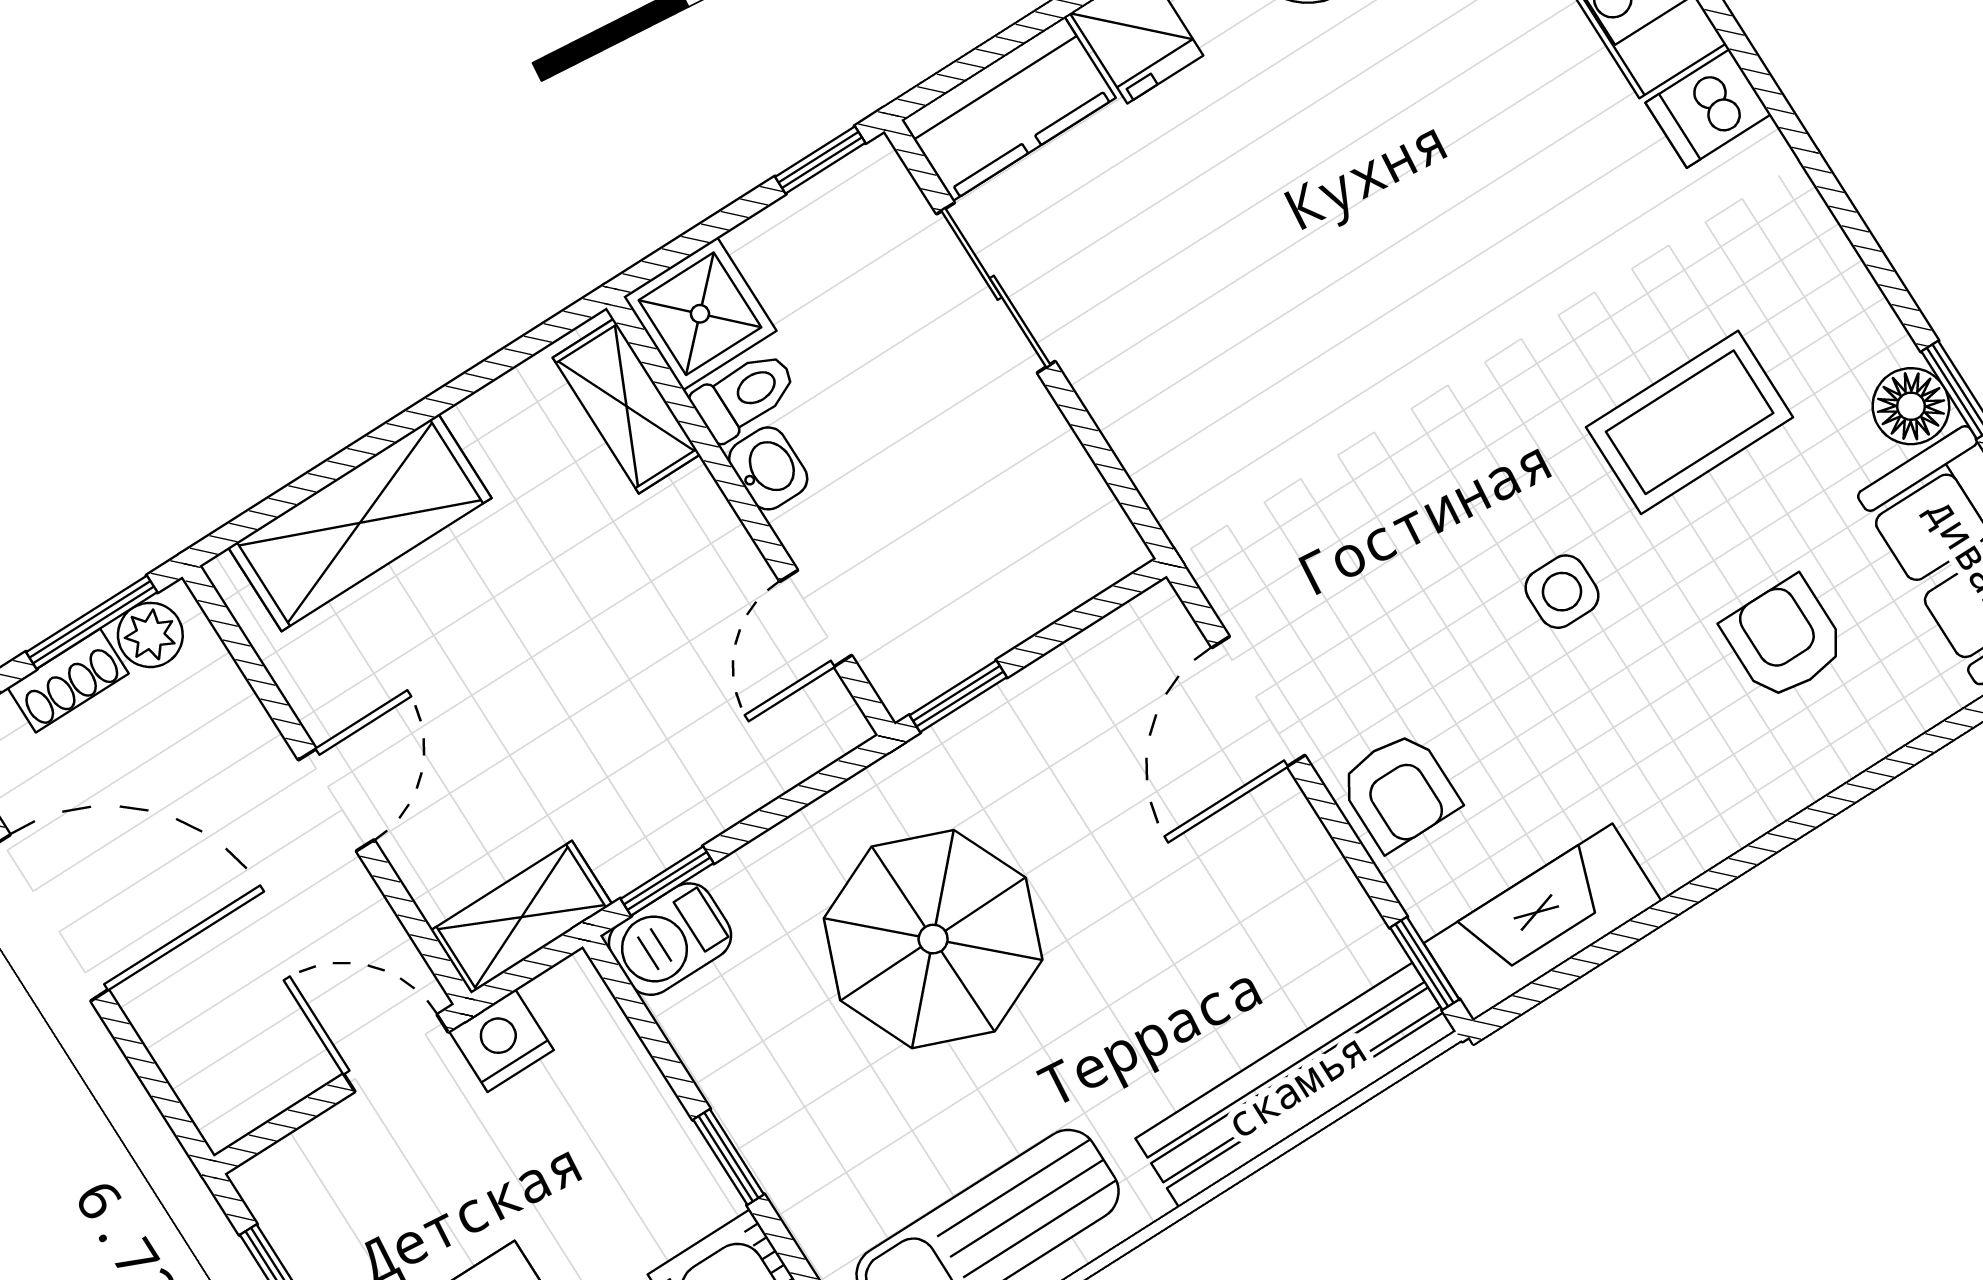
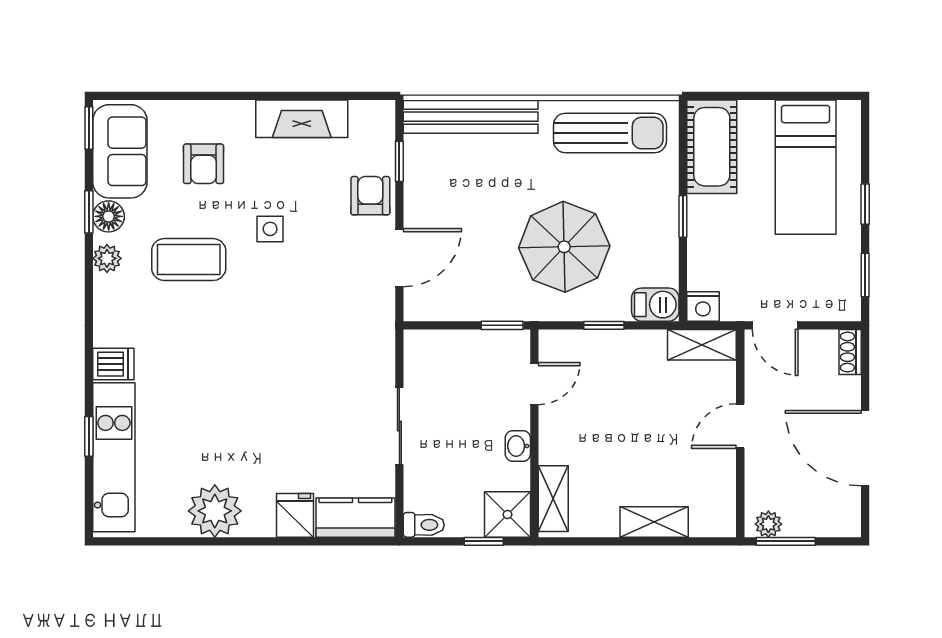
window: (820, 160) -> (484, 541), moved
sliding door: (996, 288) -> (399, 426), moved
plant: (1859, 318) -> (107, 258), added
toilet: (744, 395) -> (424, 525), moved, turned 180
shelving: (360, 523) -> (654, 522), width x0.67, depth x0.75
shoe rack: (68, 681) -> (850, 352), moved, turned -90
window: (667, 881) -> (604, 325), moved
fireplace: (1543, 922) -> (302, 119), moved
window: (1425, 963) -> (399, 161), moved
nightstand: (501, 1041) -> (703, 307), moved

